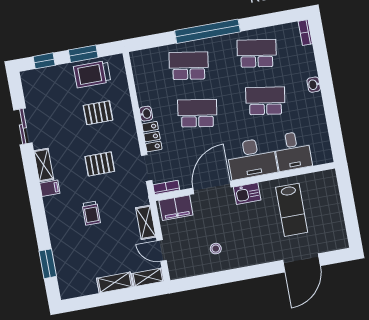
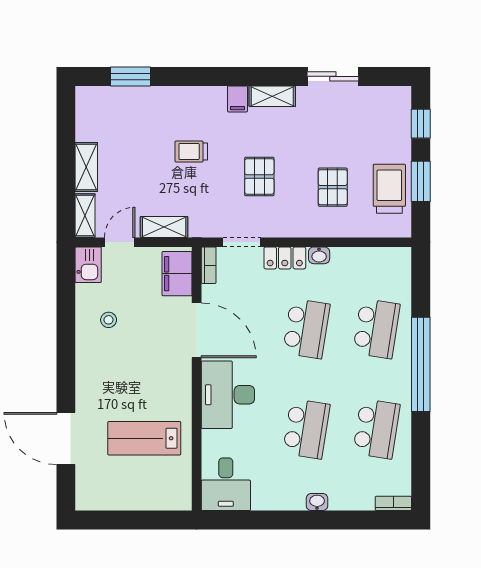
desk: (293, 151) -> (226, 484), moved, turned -90
kitchen sink: (247, 193) -> (88, 265), moved, turned 180

